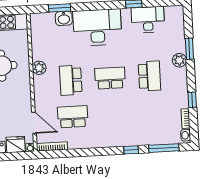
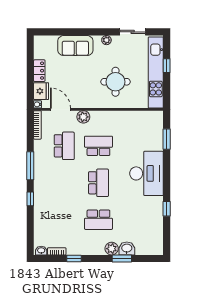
washbasin: (64, 18) -> (127, 248), moved, turned 90
desk: (148, 20) -> (151, 221), removed
plant: (39, 68) -> (83, 117), moved
door: (34, 123) -> (61, 109), swing flipped
window: (164, 148) -> (30, 166), moved

